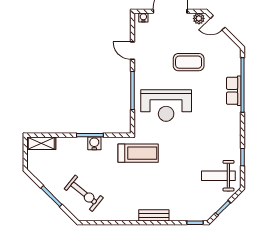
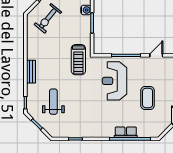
water cooler: (94, 143) -> (86, 10), moved
weight bench: (218, 176) -> (53, 102), moved

